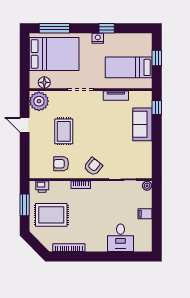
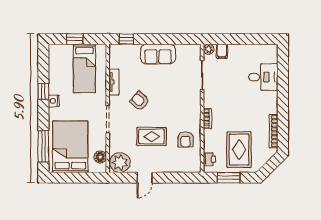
sofa: (142, 124) -> (158, 54), moved
armchair: (93, 167) -> (140, 101), moved
filing cabinet: (145, 214) -> (222, 51), moved

